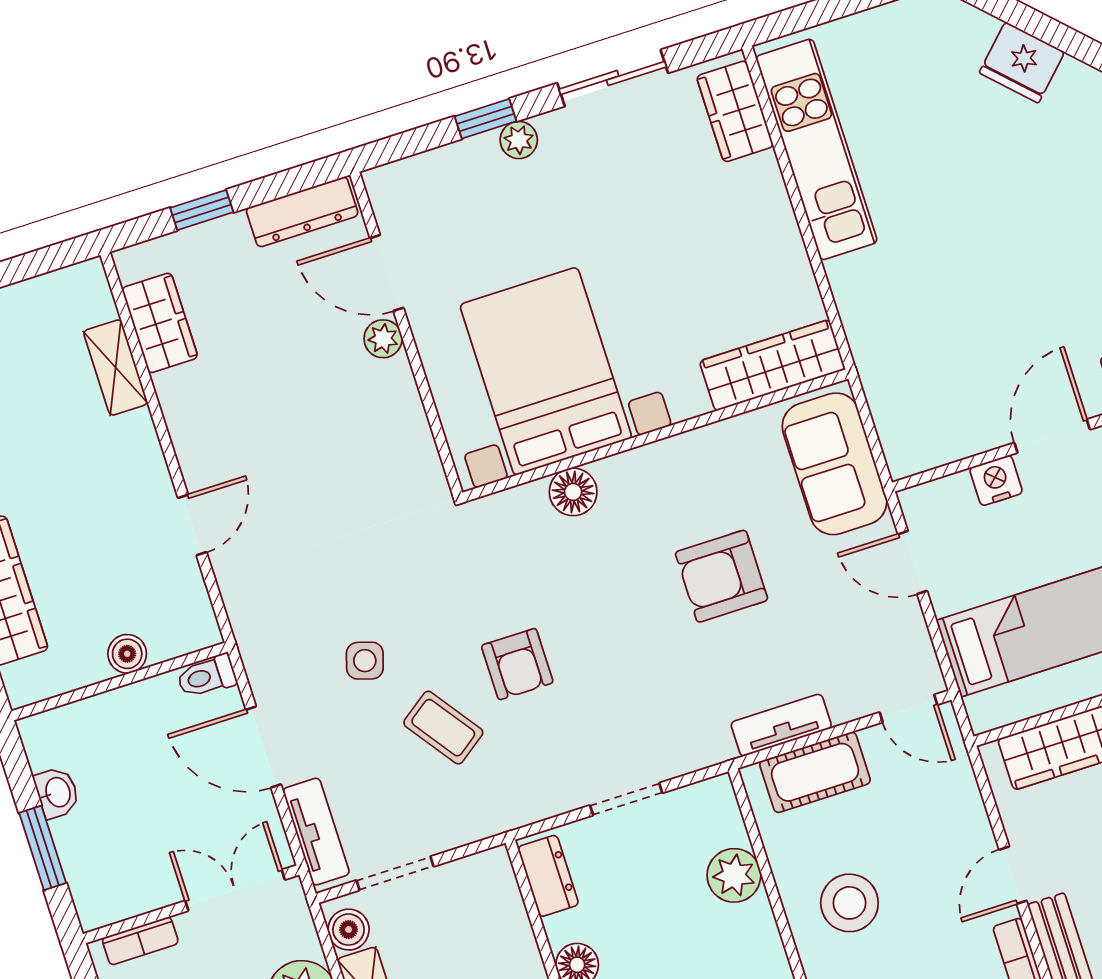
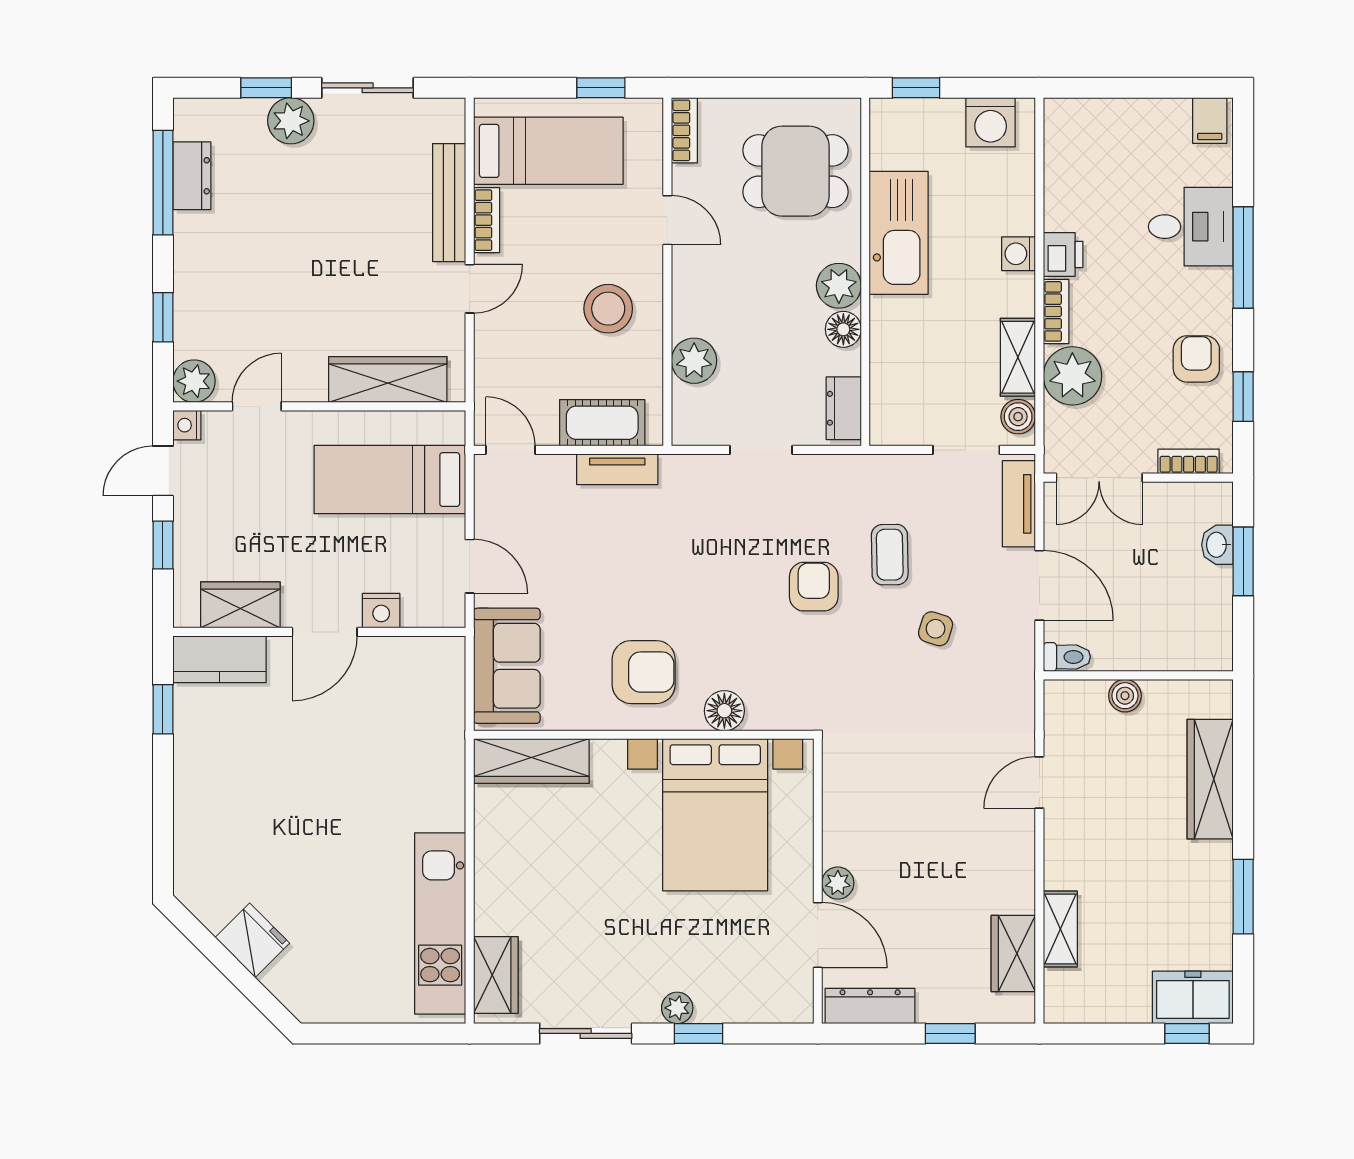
armchair: (722, 576) -> (644, 672), moved
coffee table: (443, 728) -> (890, 555), turned 35
washbasin: (57, 793) -> (1217, 545), moved

